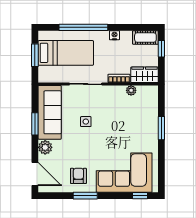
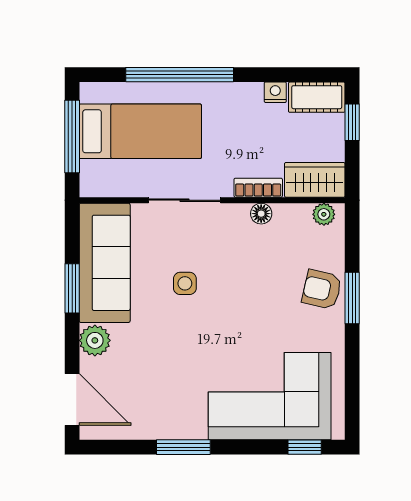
nightstand: (114, 35) -> (275, 92), moved
window: (35, 55) -> (72, 137), width x1.44
floor lamp: (120, 90) -> (261, 214), added
plant: (131, 90) -> (324, 214), moved
armchair: (78, 176) -> (322, 289), moved, turned -77

